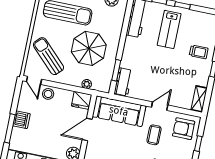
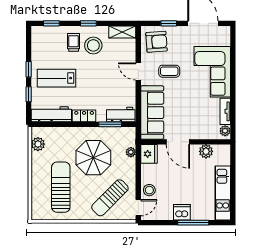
lab bench: (169, 29) -> (56, 78), turned 180
locker: (129, 48) -> (84, 116), added
stool: (192, 70) -> (93, 45), added
armchair: (184, 129) -> (157, 42), turned -94

